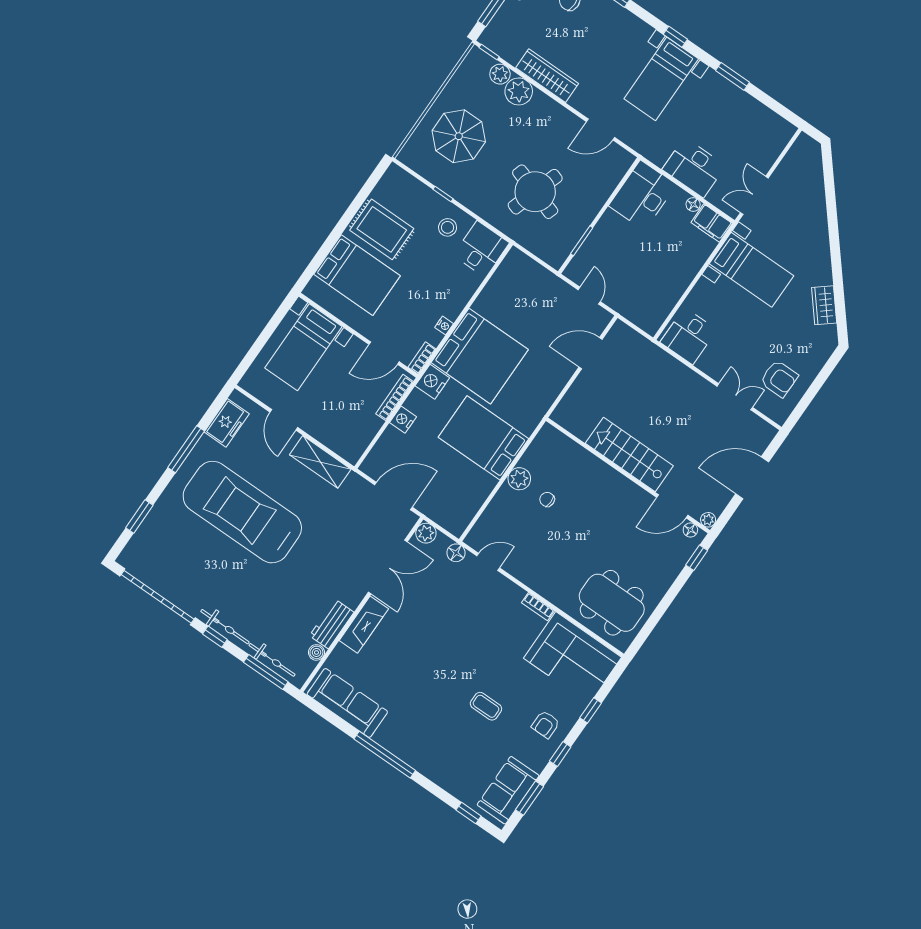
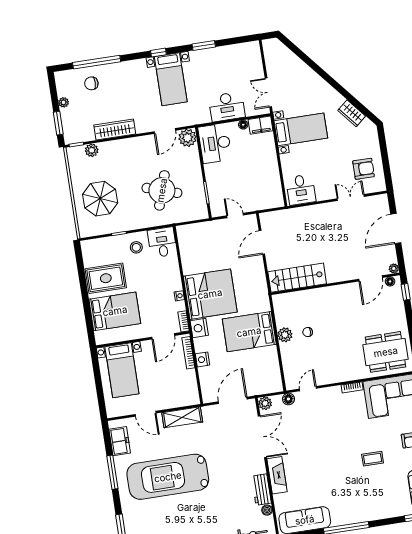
plant: (519, 91) -> (188, 138), moved
stairs: (629, 455) -> (297, 278), moved

